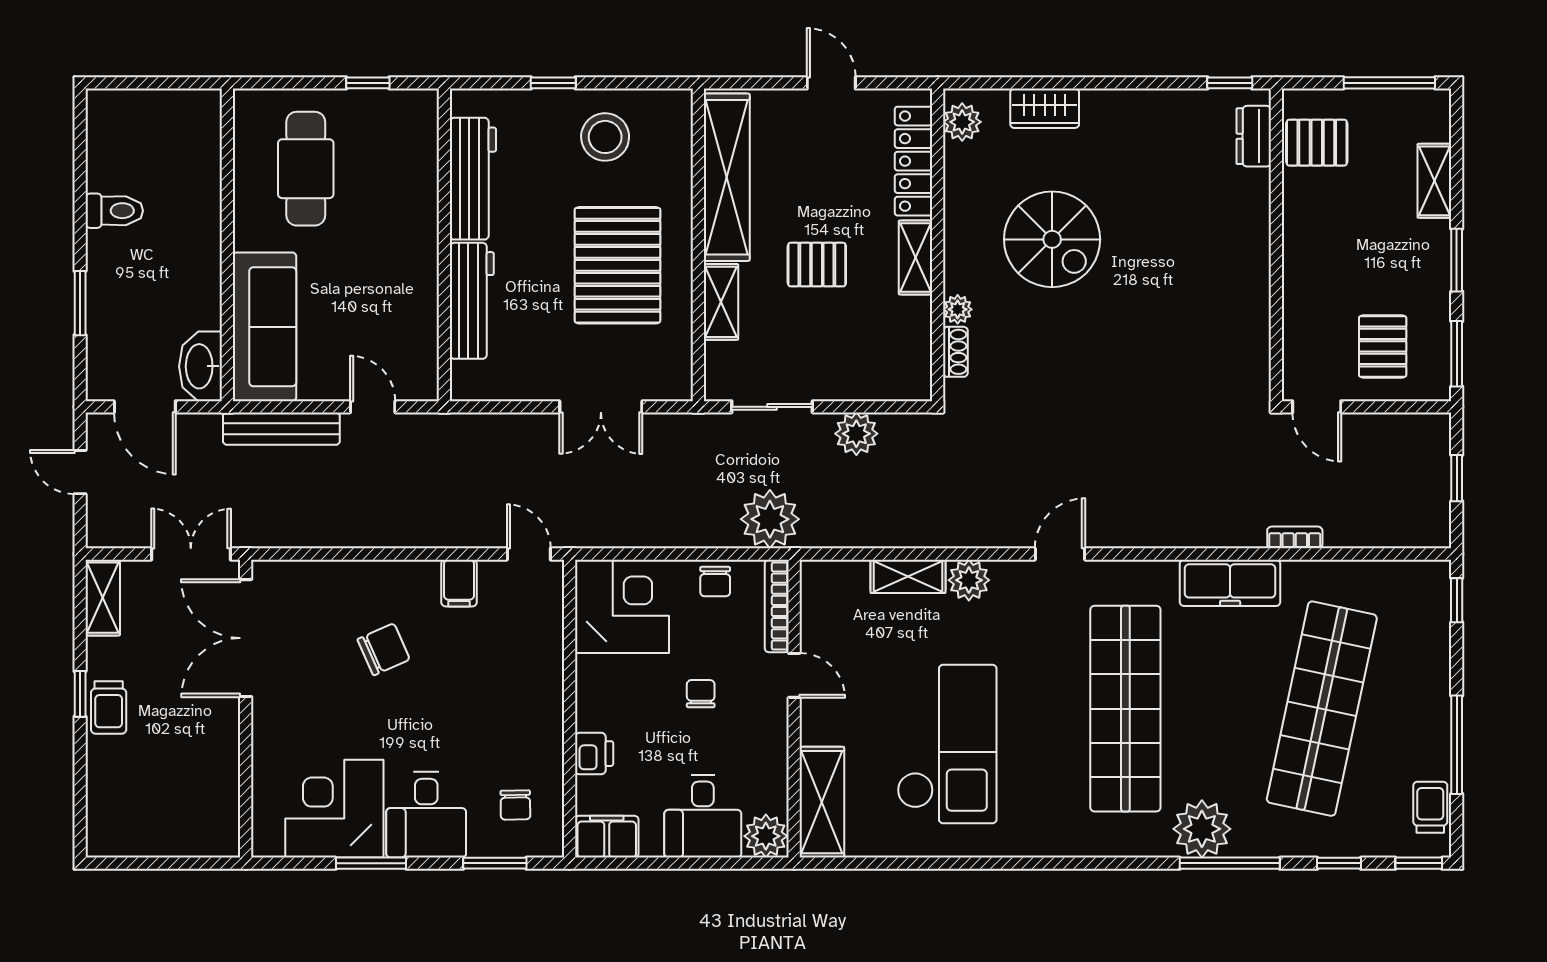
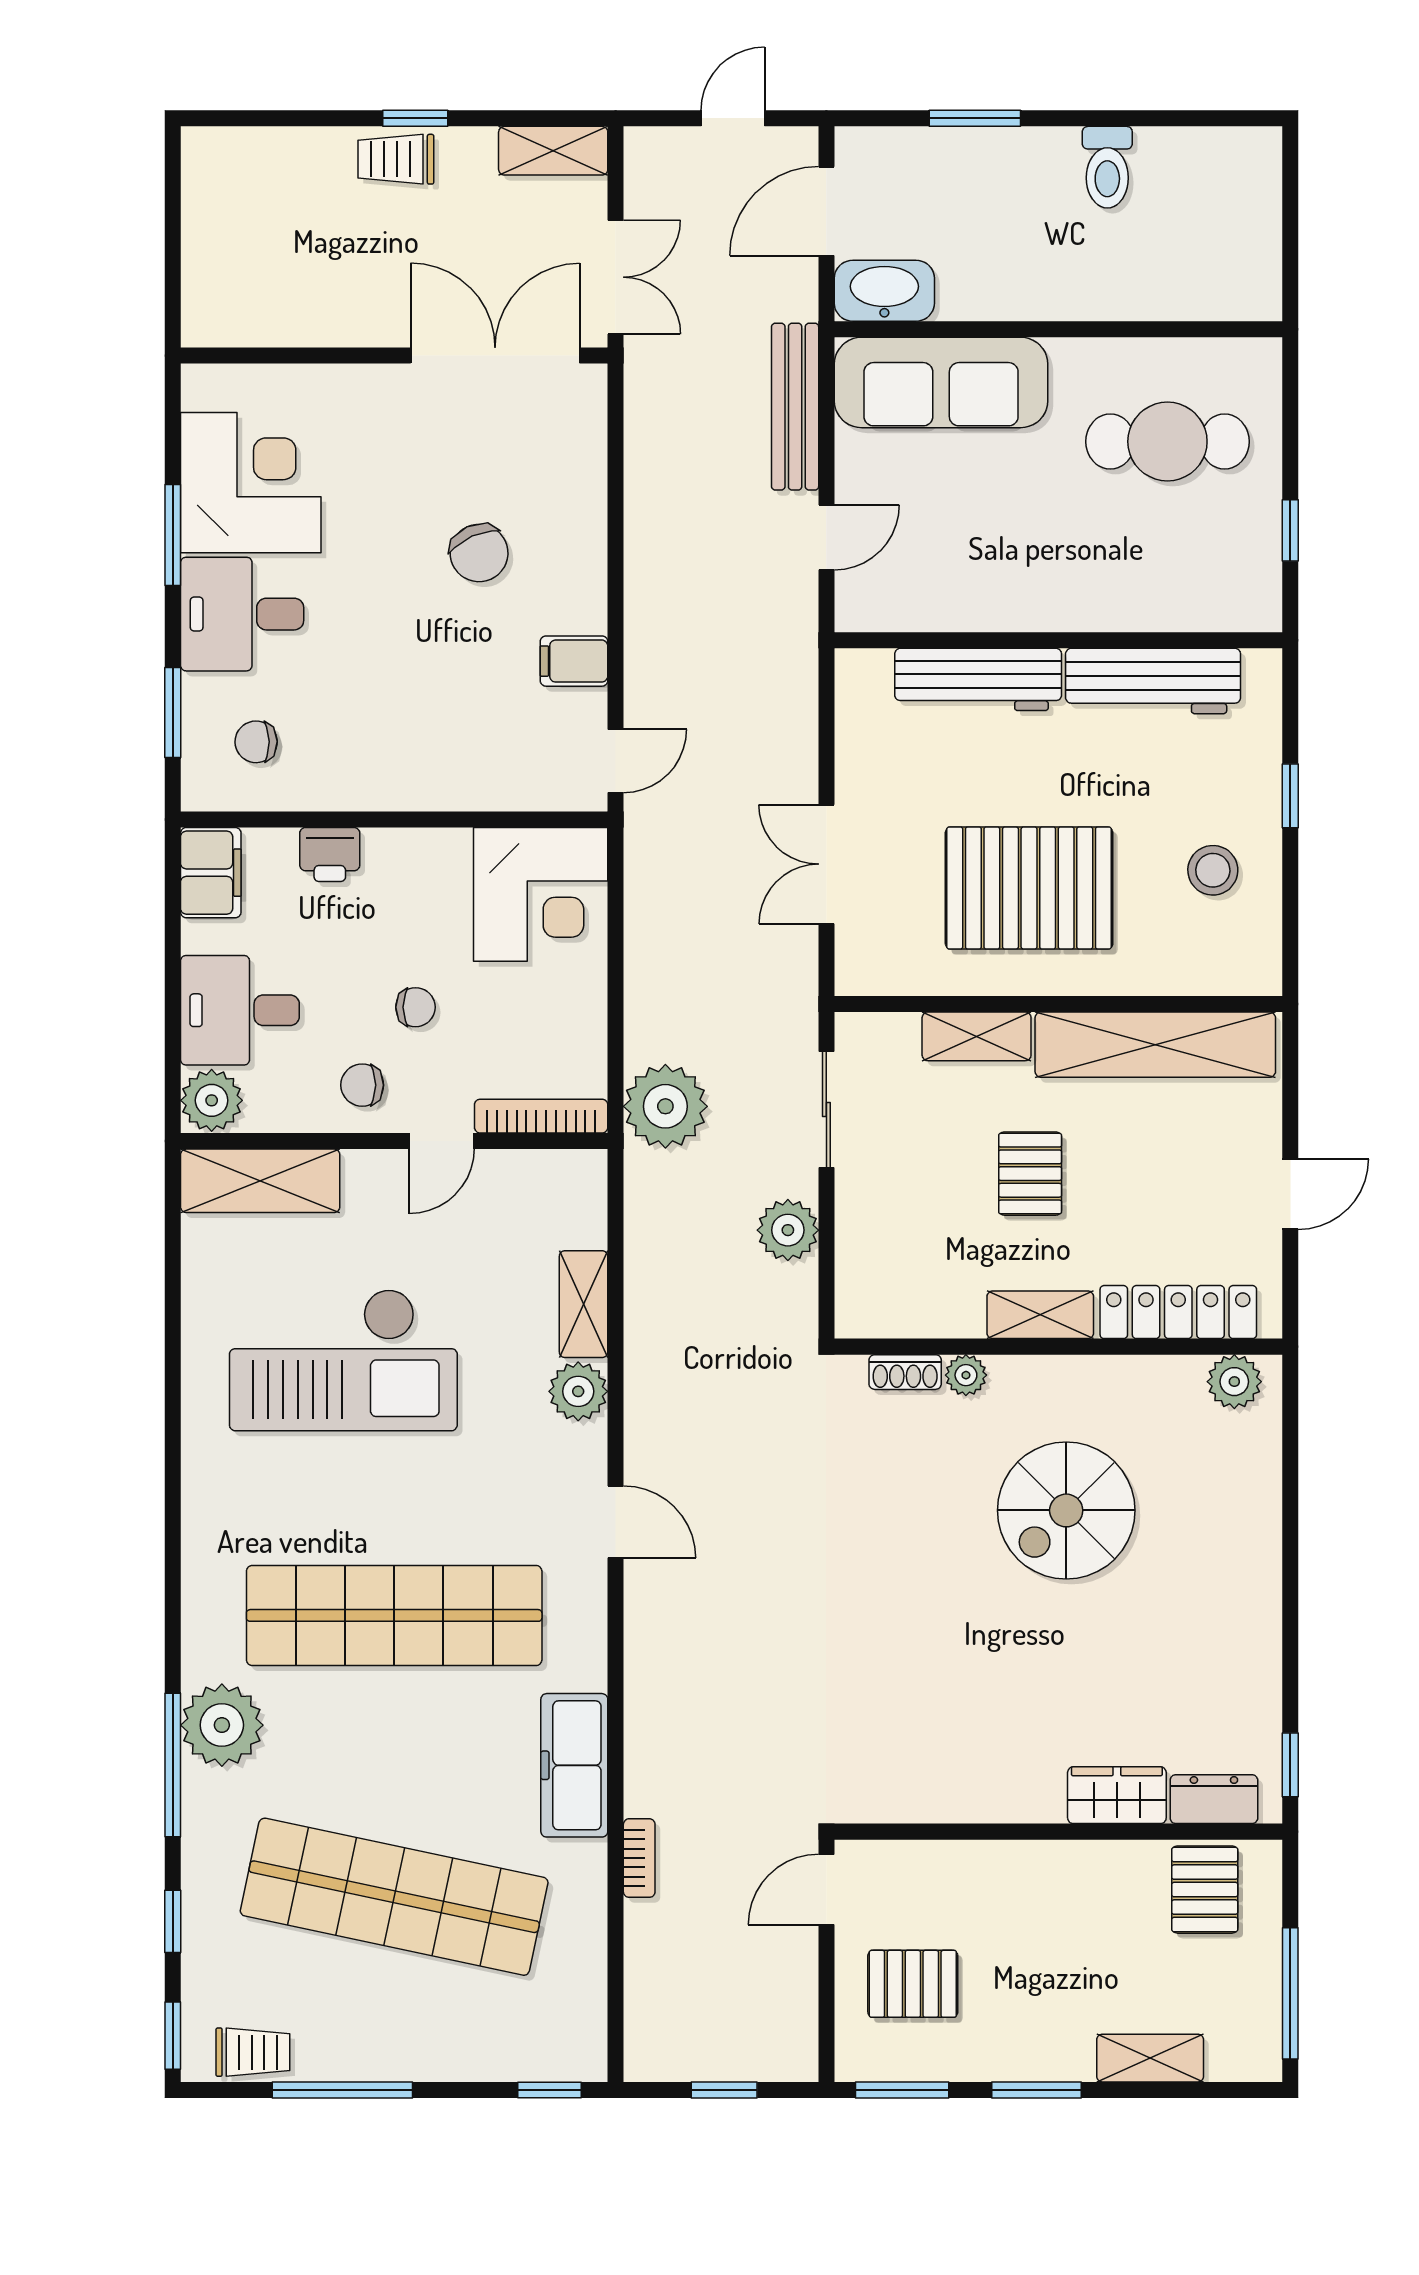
wardrobe: (1045, 108) -> (1117, 1795), moved, turned 90
stool: (605, 137) -> (1213, 870), width x0.73, depth x0.73
chair: (715, 582) -> (362, 1085), moved

